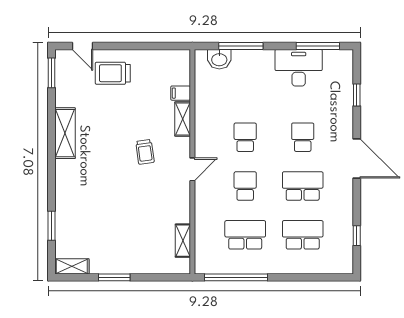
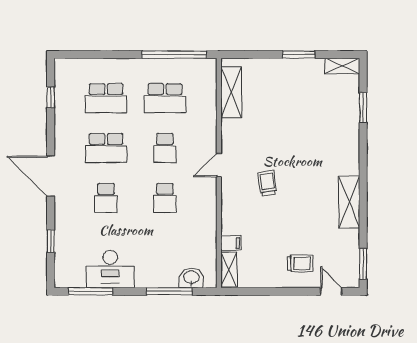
trolley: (113, 73) -> (300, 263), width x0.73, depth x0.72
shelving: (183, 119) -> (229, 270), moved
shelving: (183, 241) -> (231, 92), width x1.50, depth x1.33

